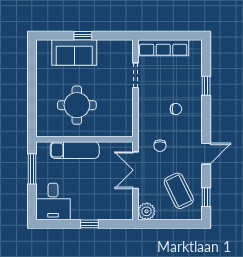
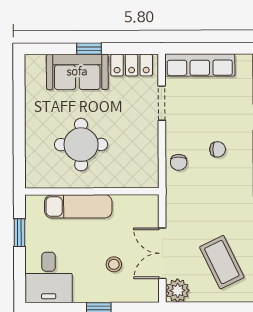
locker: (114, 48) -> (132, 65), added
chair: (160, 146) -> (179, 162), moved
window: (32, 169) -> (19, 233), width x0.67
double door: (136, 170) -> (162, 253), moved
stool: (100, 192) -> (114, 264), added

